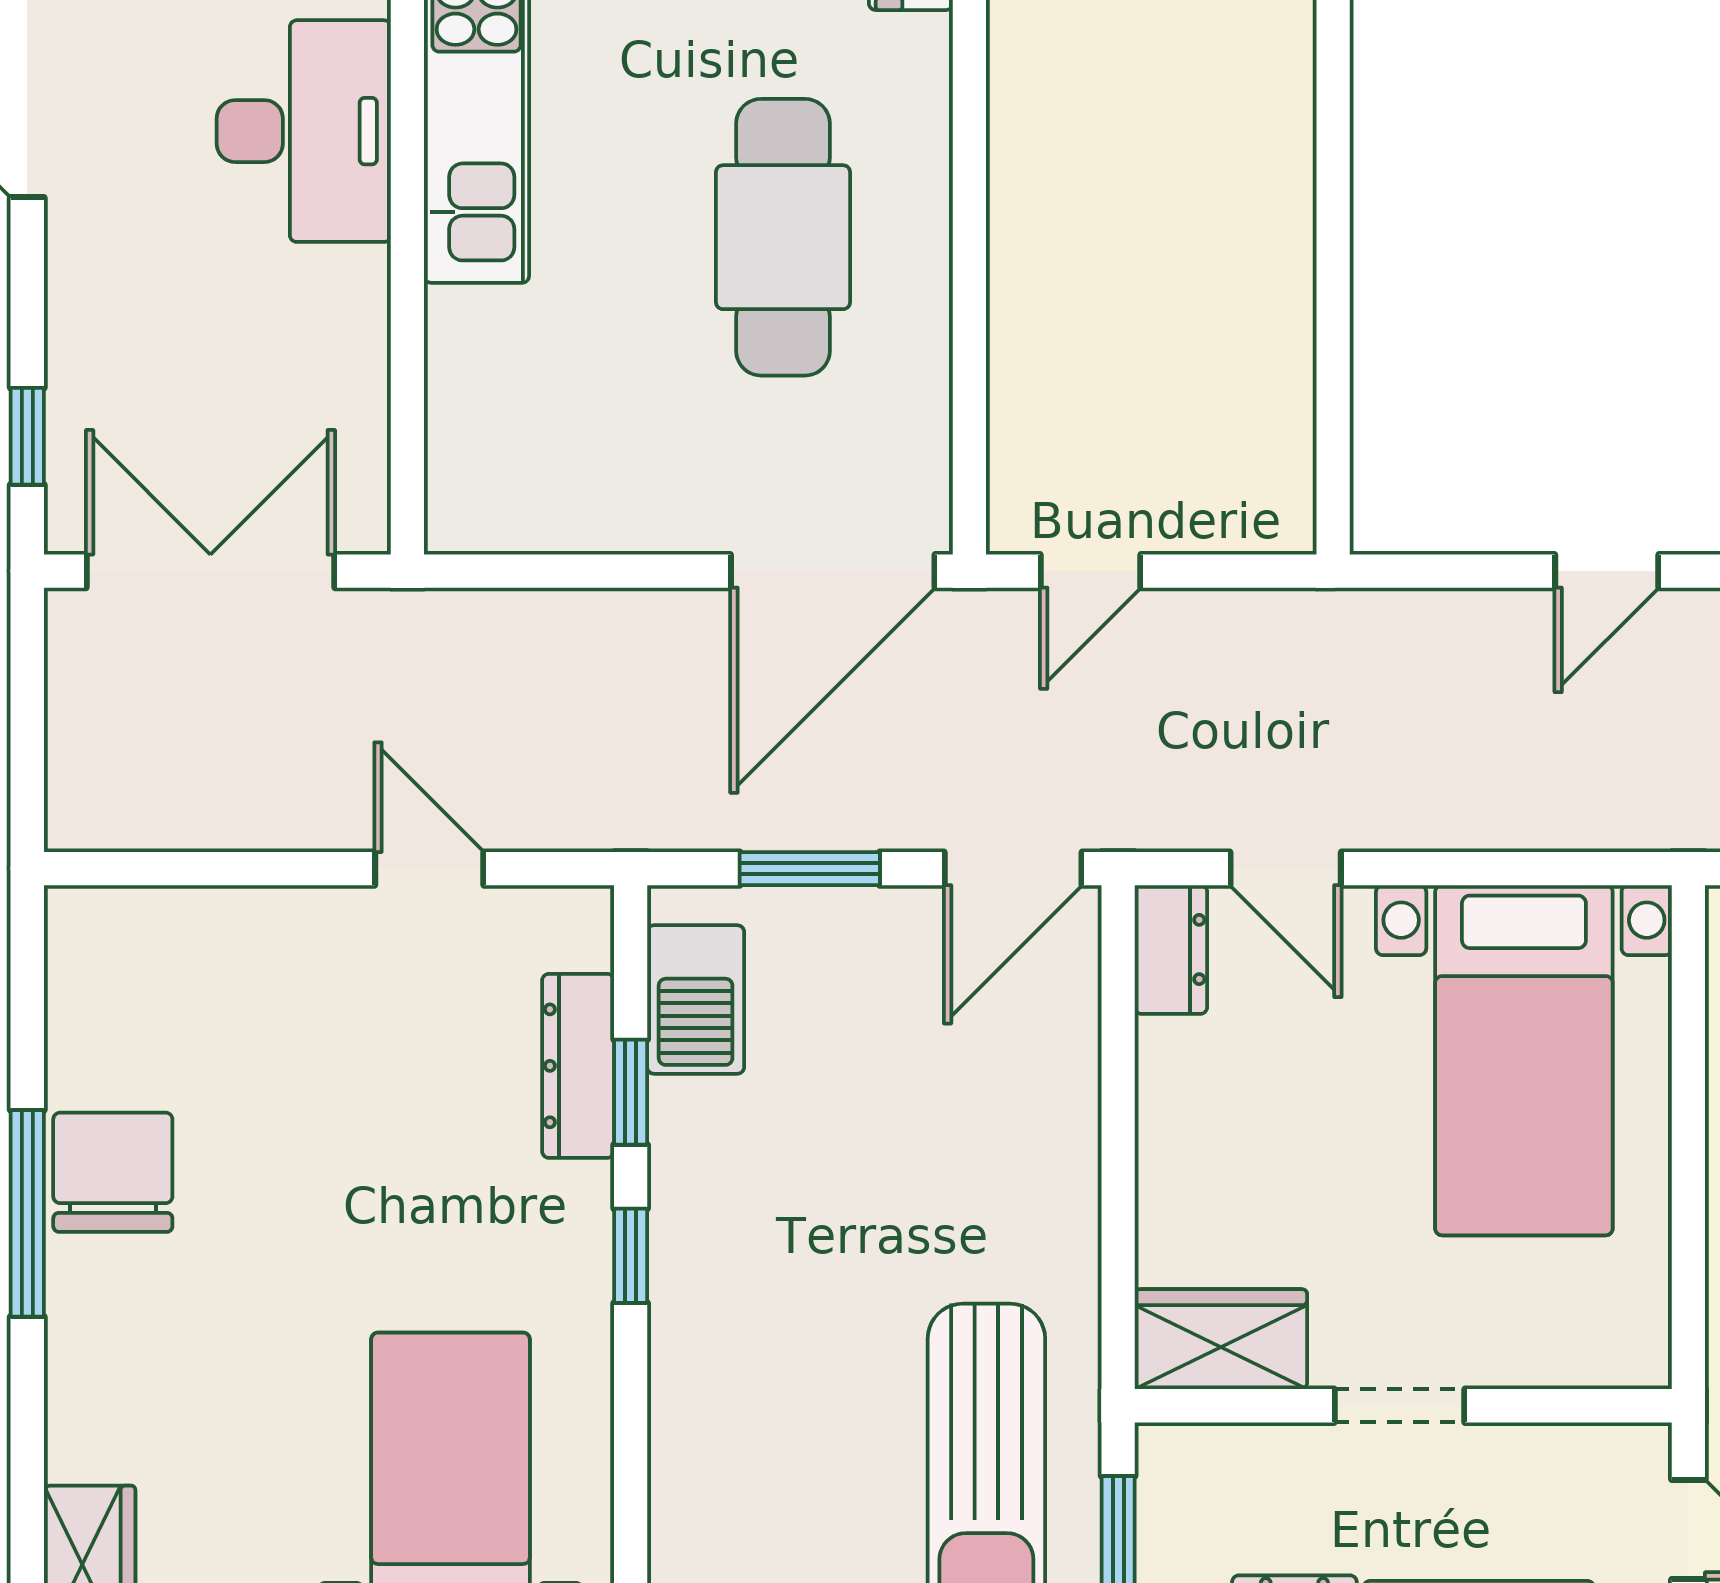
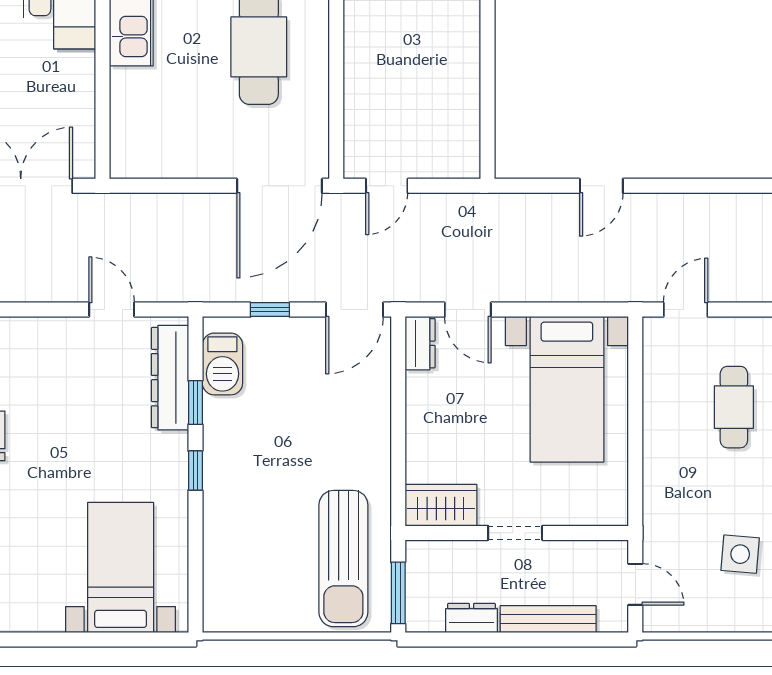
window: (810, 869) -> (270, 310), width x0.67
dresser: (578, 1066) -> (170, 378), width x1.37, depth x1.24

